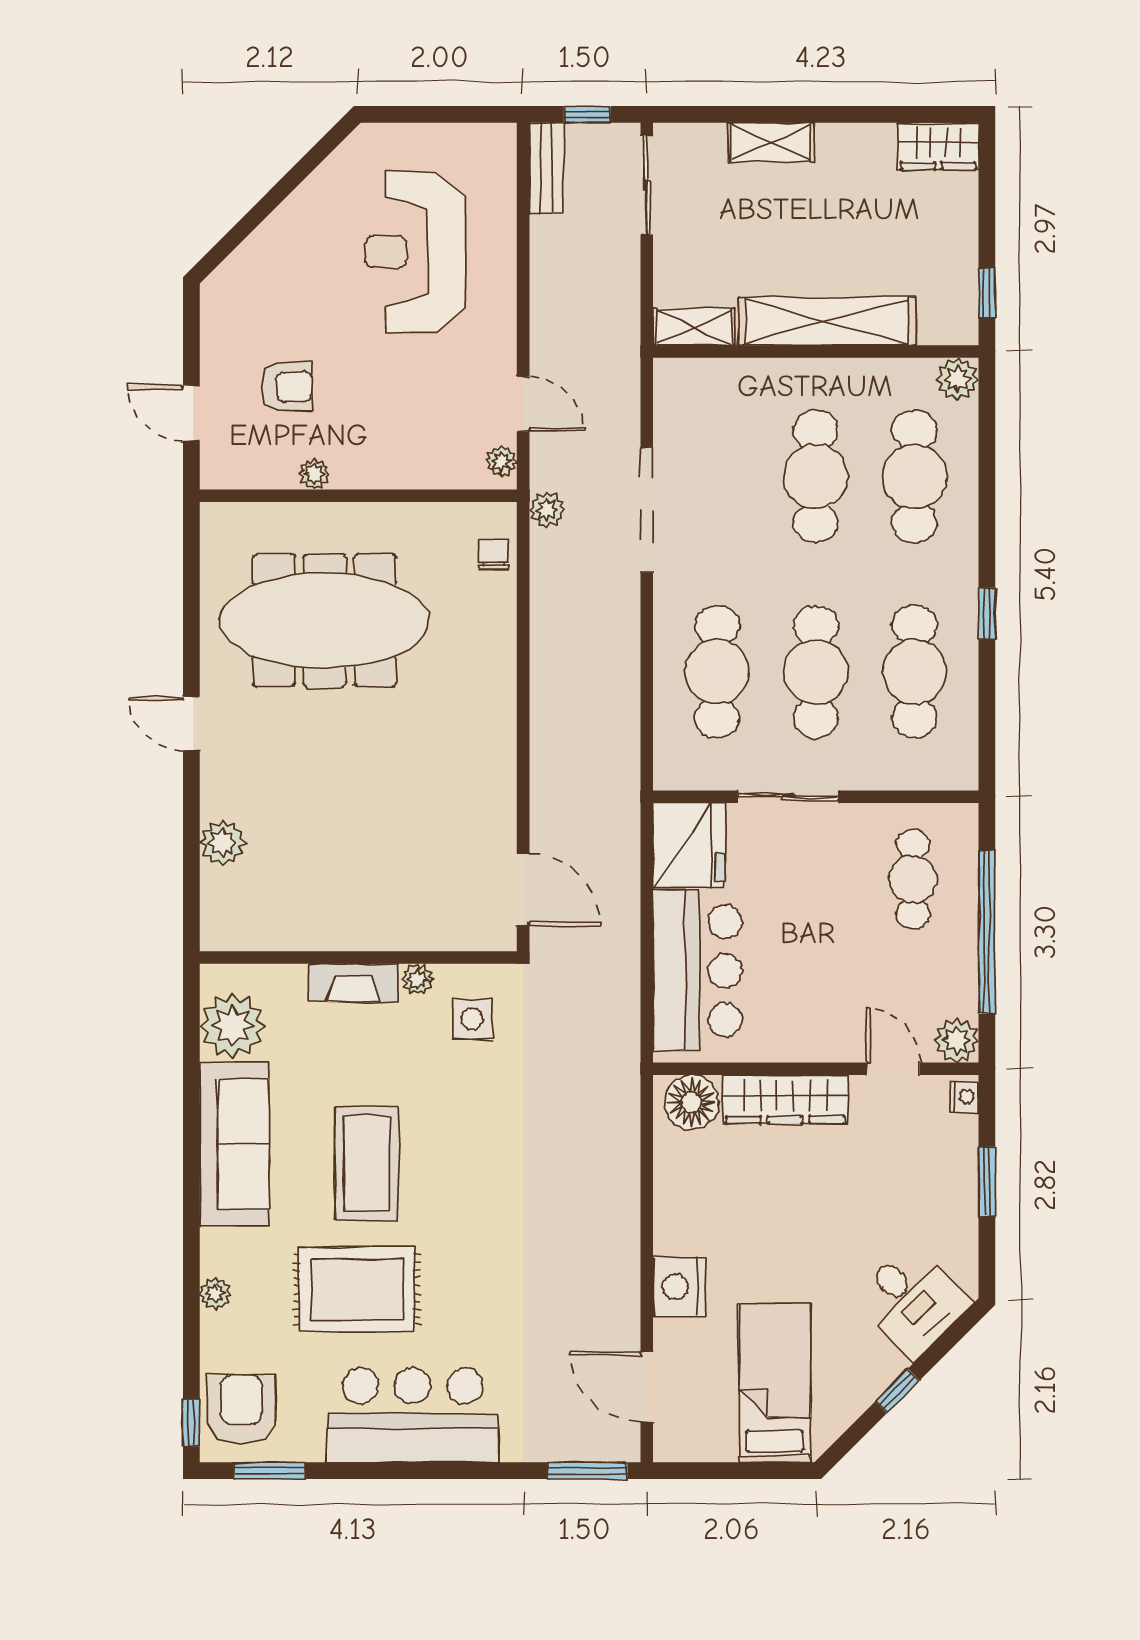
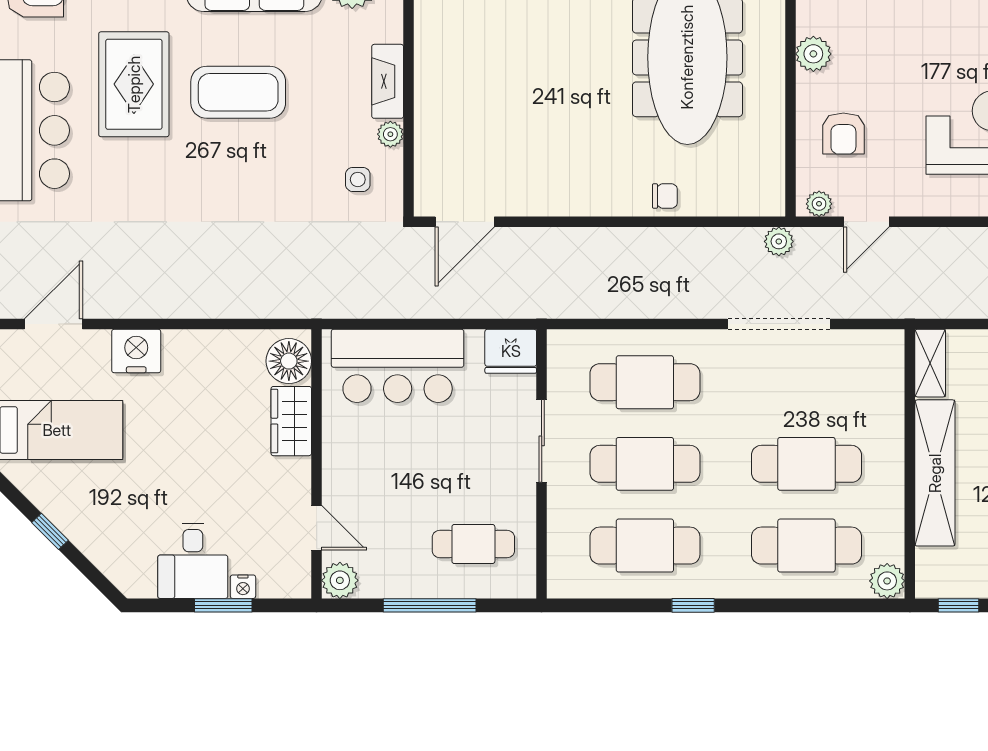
armchair: (287, 387) -> (843, 133), moved
plant: (314, 474) -> (813, 54), width x1.38, depth x1.38
chair: (494, 555) -> (665, 196), moved
fridge: (689, 845) -> (511, 351), width x0.73, depth x0.75
window: (987, 932) -> (430, 605), width x0.68
side table: (472, 1019) -> (358, 179), width x0.73, depth x0.73
door: (893, 1069) -> (317, 528), hinge flipped
nightstand: (964, 1097) -> (243, 587), moved
wardrobe: (785, 1099) -> (291, 421), width x0.67
desk: (912, 1301) -> (193, 561), moved, turned -45

